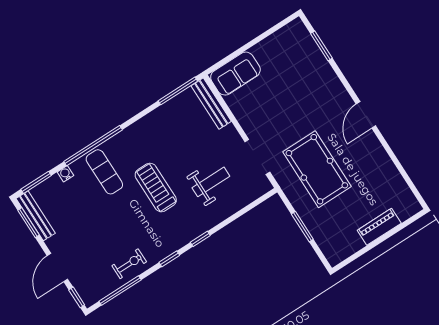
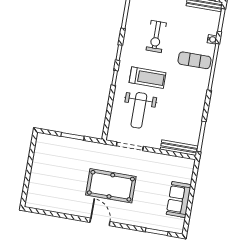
sofa: (235, 74) -> (179, 200), moved
pool table: (317, 169) -> (111, 186), moved
weight bench: (211, 182) -> (139, 110), width x1.36, depth x1.33
treadmill: (156, 188) -> (147, 78), moved
piano: (379, 227) -> (36, 176), removed
exercise bike: (129, 264) -> (156, 36), moved, width x1.38, depth x1.39

